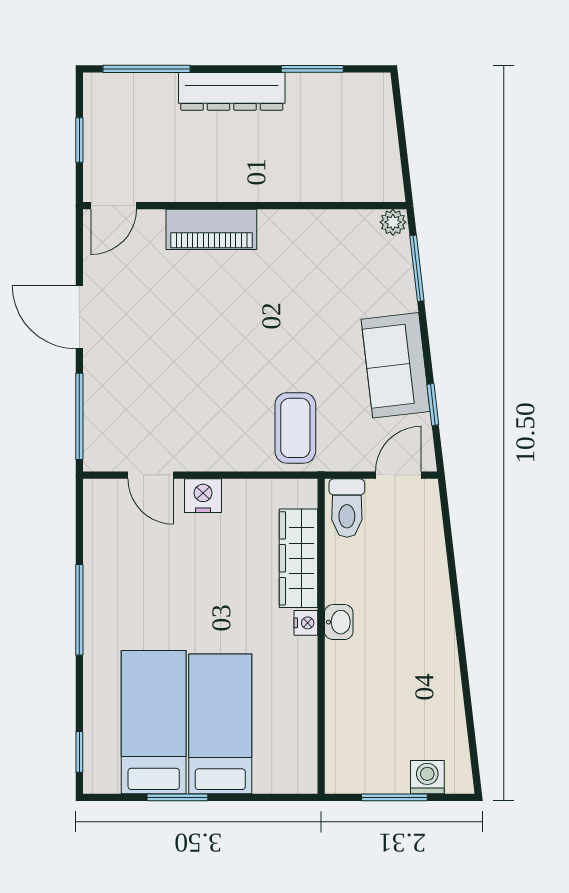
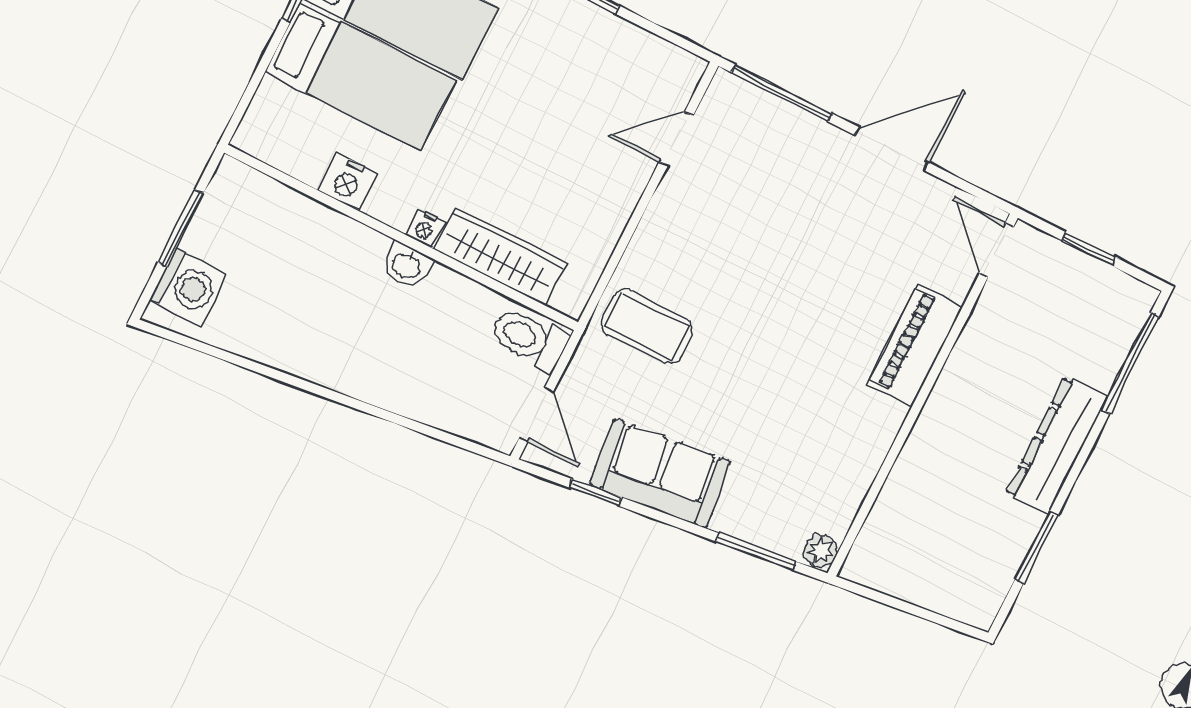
nightstand: (203, 496) -> (347, 182), moved, turned 90
washing machine: (427, 777) -> (188, 287), width x1.38, depth x1.38

